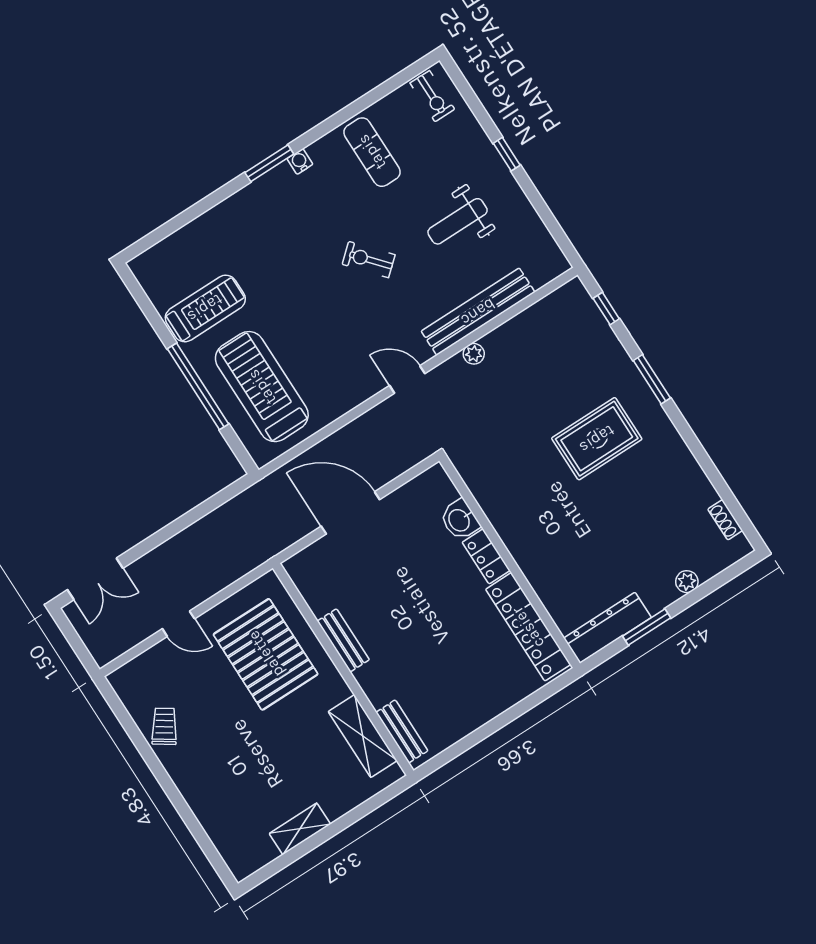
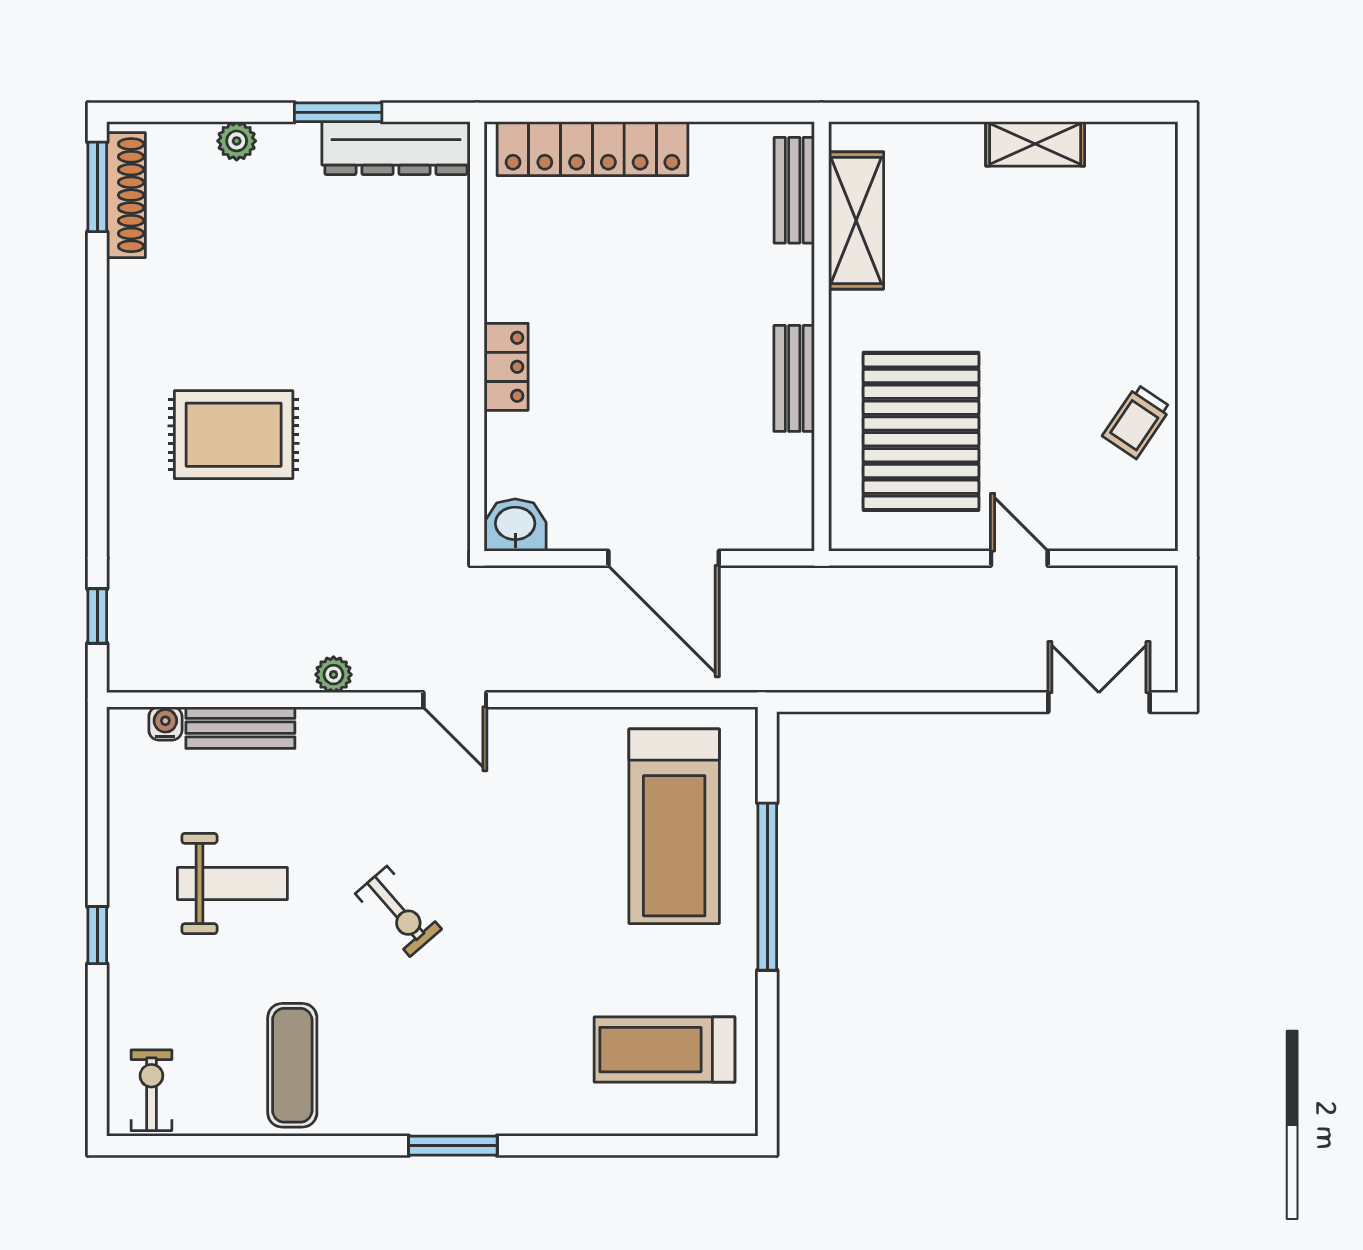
water cooler: (300, 161) -> (165, 723), moved, turned 180
treadmill: (205, 308) -> (664, 1050), moved
bench: (478, 312) -> (240, 728), width x0.54, depth x0.82
window: (652, 379) -> (97, 187), moved
washbasin: (460, 520) -> (515, 525), moved, turned -90
shoe rack: (725, 520) -> (126, 195), width x1.94, depth x1.24
locker: (528, 627) -> (592, 149), moved, turned 90

